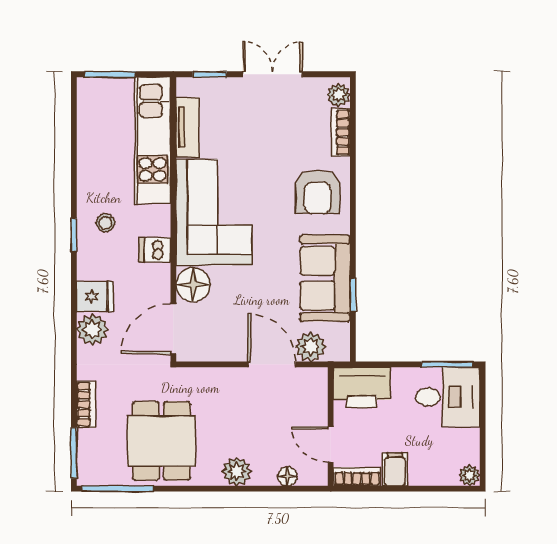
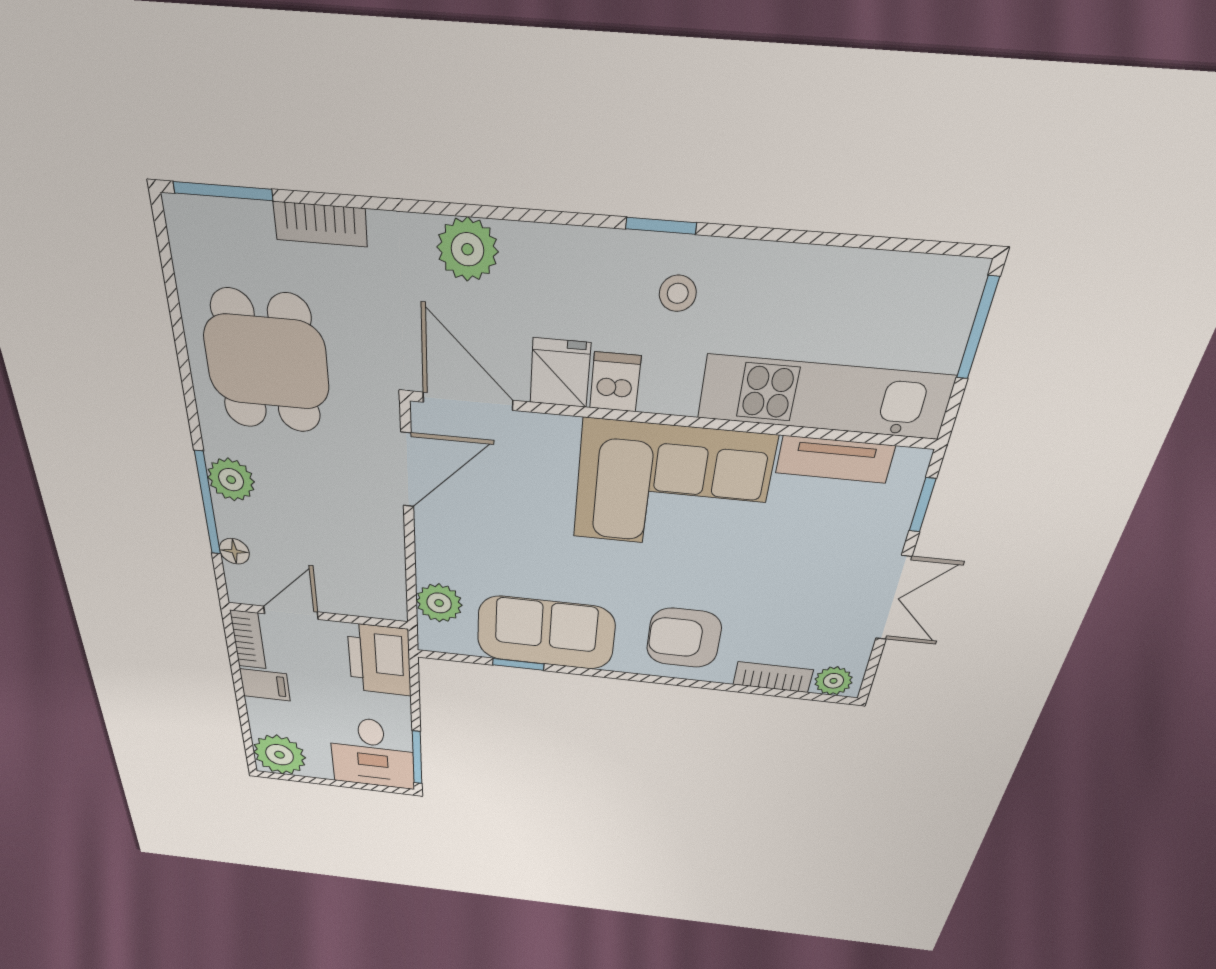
floor lamp: (193, 285) -> (546, 442), removed
fridge: (95, 296) -> (560, 373), moved, turned 180
door: (272, 364) -> (407, 470), moved
dining table: (161, 441) -> (267, 362), turned 90
plant: (469, 475) -> (279, 755), width x1.87, depth x1.87
window: (118, 489) -> (208, 504), moved

